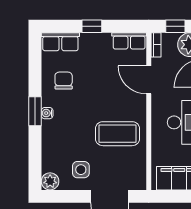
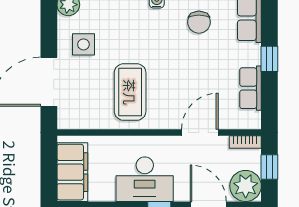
row of seats: (129, 41) -> (251, 88), moved
chair: (64, 81) -> (199, 22), turned 90

